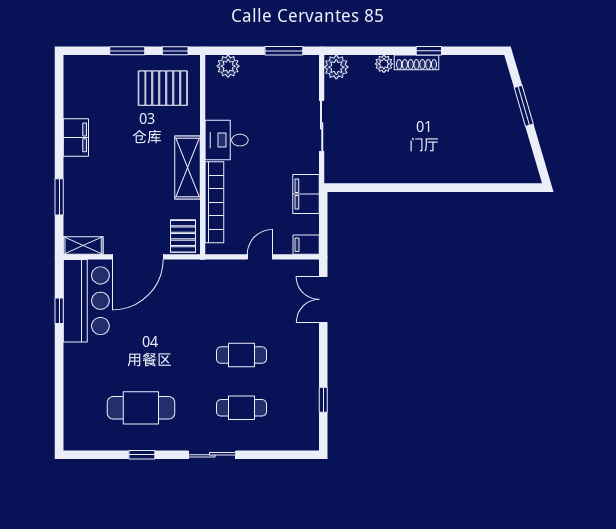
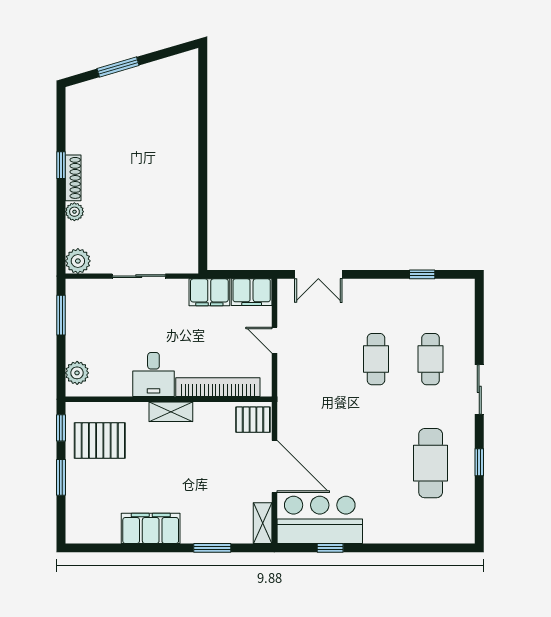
pallet: (163, 88) -> (100, 441), turned 90
filing cabinet: (76, 137) -> (151, 528), width x1.50, depth x1.17
shelving: (188, 167) -> (171, 412), width x0.67, depth x0.75
filing cabinet: (306, 245) -> (252, 292), width x2.00

